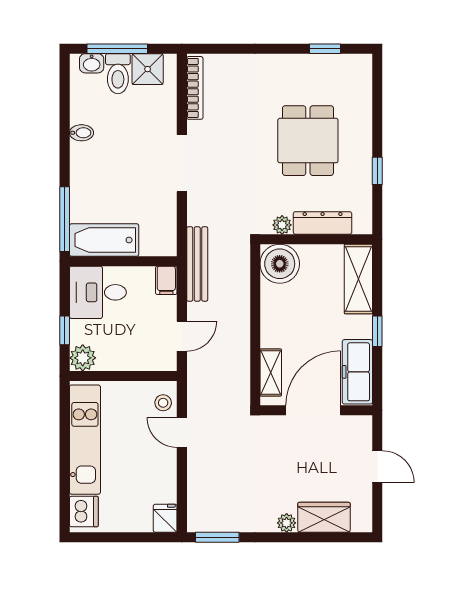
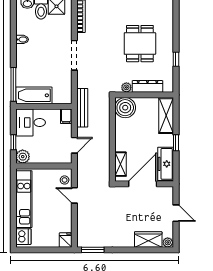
plant: (287, 523) -> (168, 242), moved

